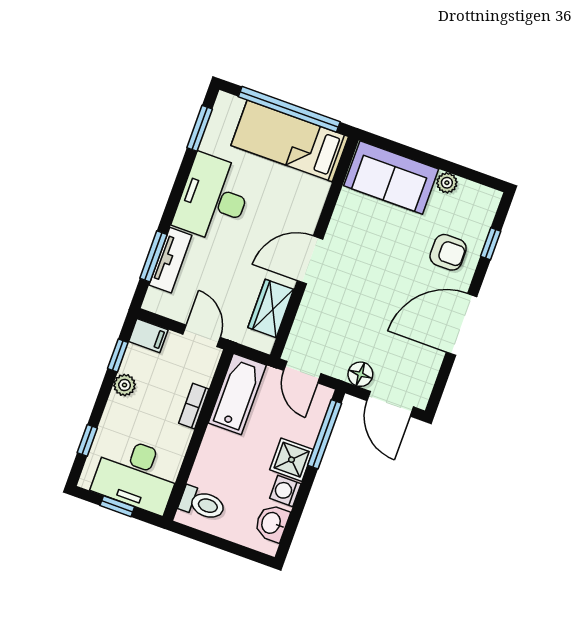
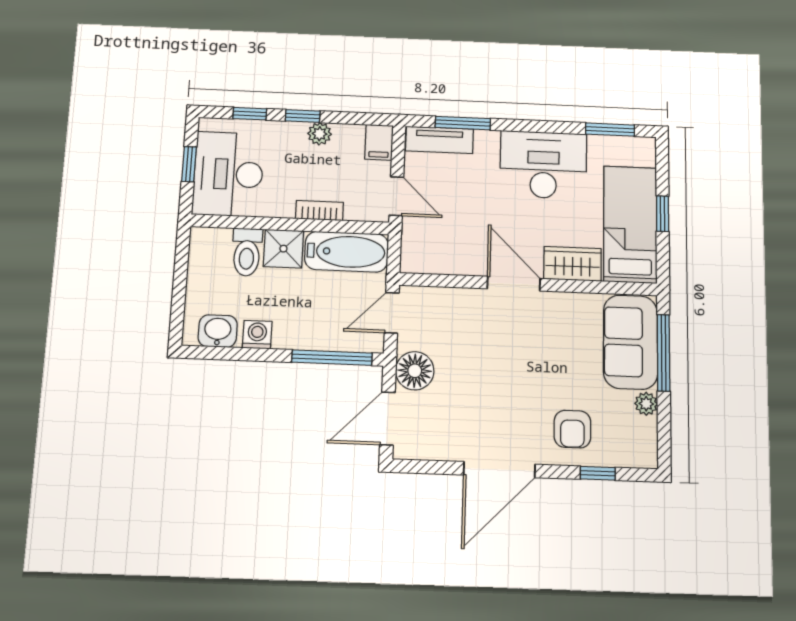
window: (289, 109) -> (663, 214), width x0.32
window: (409, 152) -> (664, 353), added
tv unit: (170, 260) -> (439, 140), moved
wardrobe: (271, 308) -> (573, 264), moved
door: (462, 324) -> (499, 470), swing flipped
door: (202, 336) -> (396, 196), hinge flipped
window: (118, 355) -> (303, 116), moved
floor lamp: (360, 374) -> (415, 371), width x1.38, depth x1.38
shower: (292, 460) -> (283, 249), moved
toilet: (202, 504) -> (247, 252), moved

